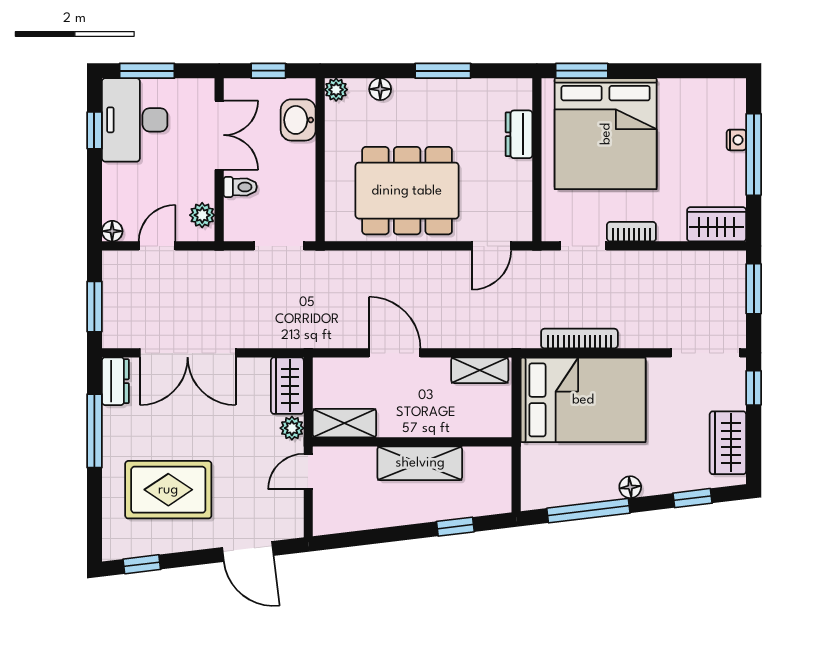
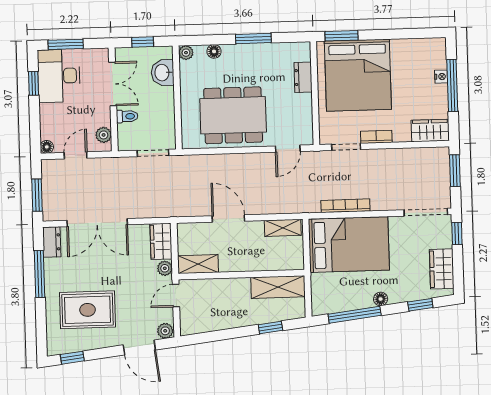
shelving: (420, 463) -> (278, 287), moved
plant: (290, 527) -> (165, 331), added

